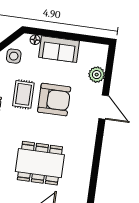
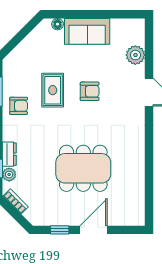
side table: (14, 56) -> (35, 47), removed
armchair: (54, 100) -> (90, 91), width x0.53, depth x0.53

